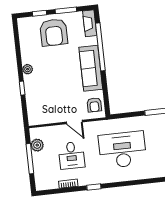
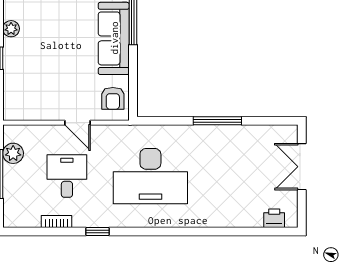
desk: (122, 150) -> (150, 176), turned 180
desk: (71, 155) -> (67, 176), turned 180

